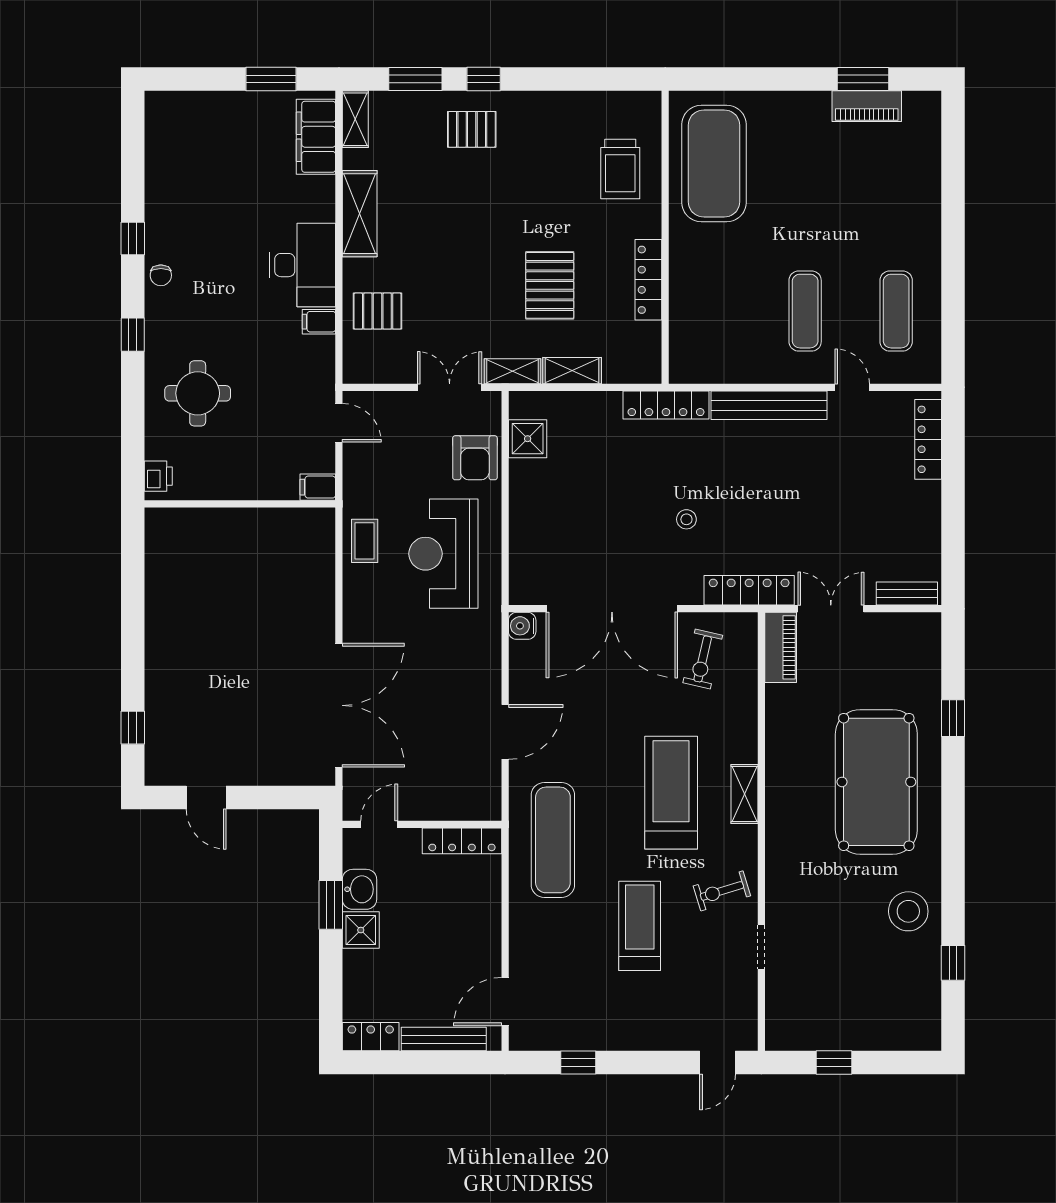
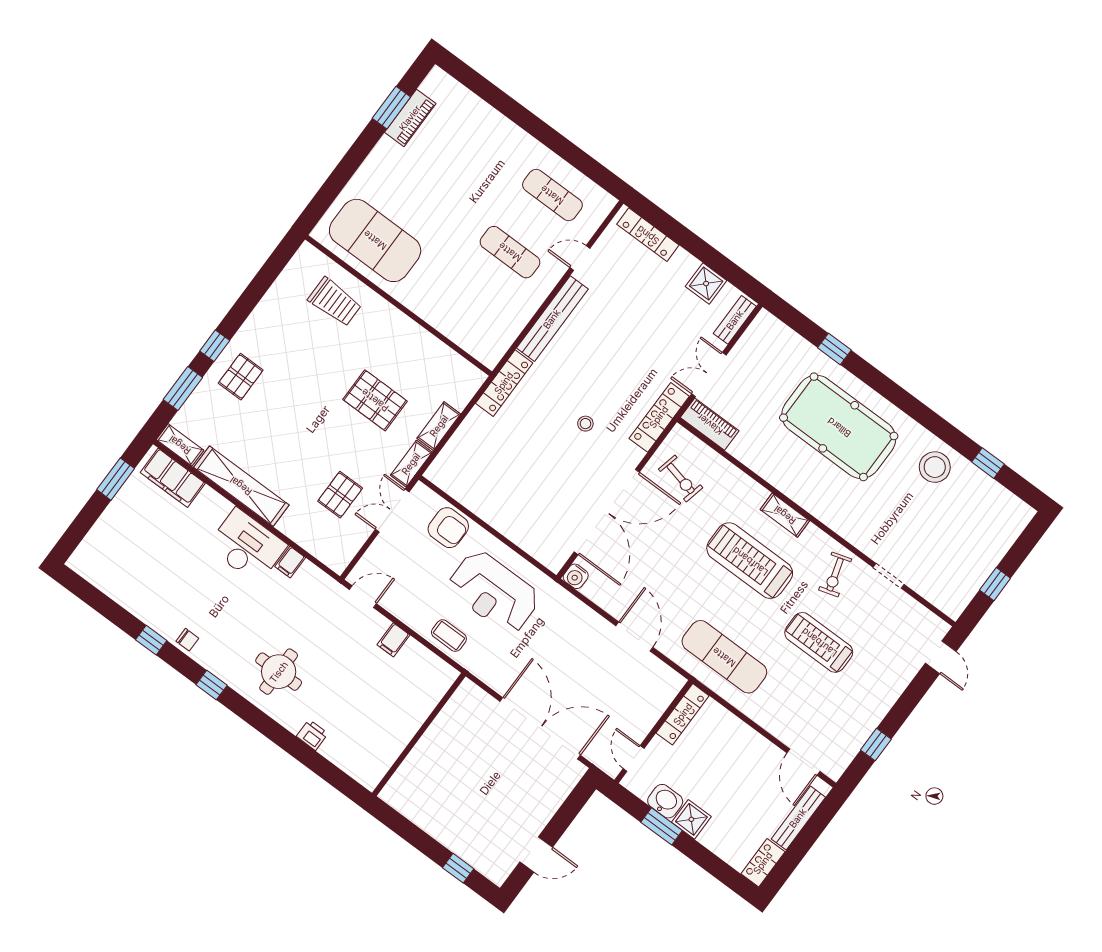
shelving: (360, 214) -> (241, 486), width x1.47
locker: (648, 280) -> (417, 336), removed
pallet: (378, 311) -> (340, 495), moved
shower: (528, 439) -> (706, 284), moved
wall: (240, 504) -> (419, 735), moved

